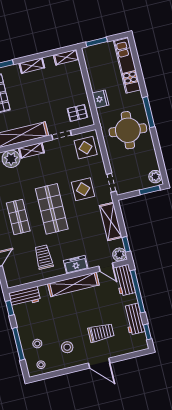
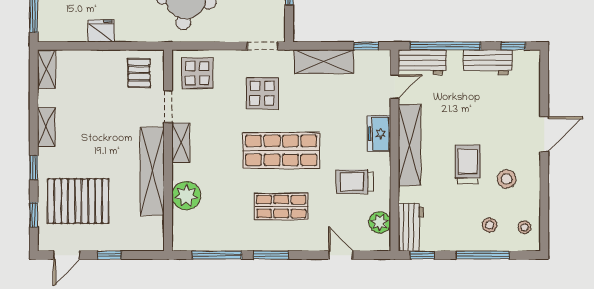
fridge: (100, 99) -> (101, 31), moved
shelving: (31, 150) -> (181, 142), moved
plant: (119, 255) -> (380, 222), moved
trolley: (101, 333) -> (468, 164), moved

